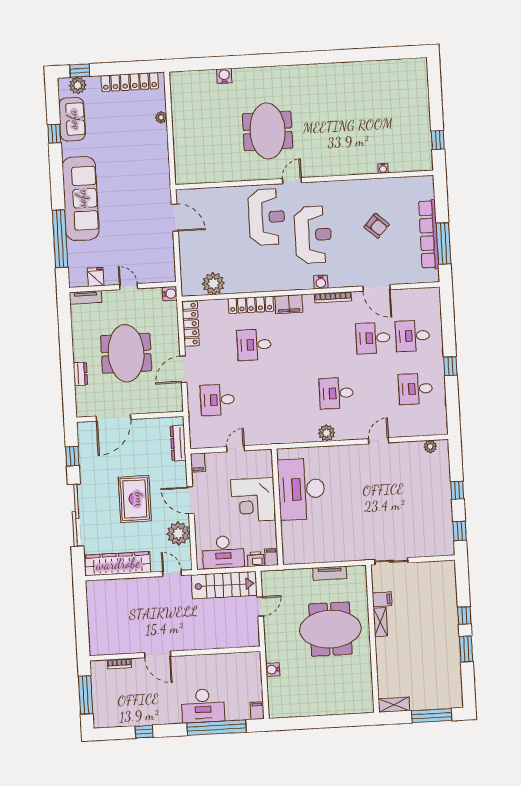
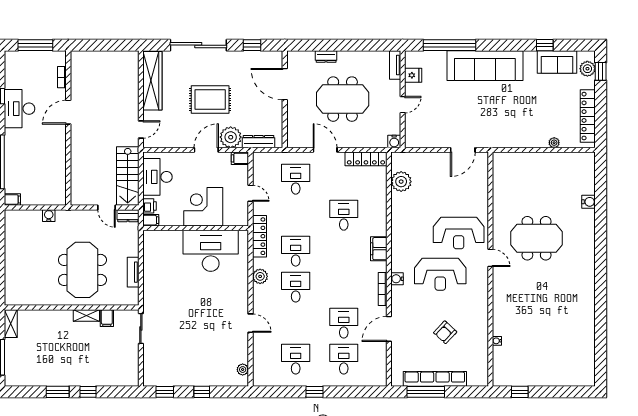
locker: (251, 305) -> (259, 236), moved, turned 180
desk: (297, 395) -> (296, 251), added
plant: (178, 533) -> (231, 137), moved
dresser: (268, 582) -> (128, 216), added
desk: (203, 706) -> (20, 109), moved

